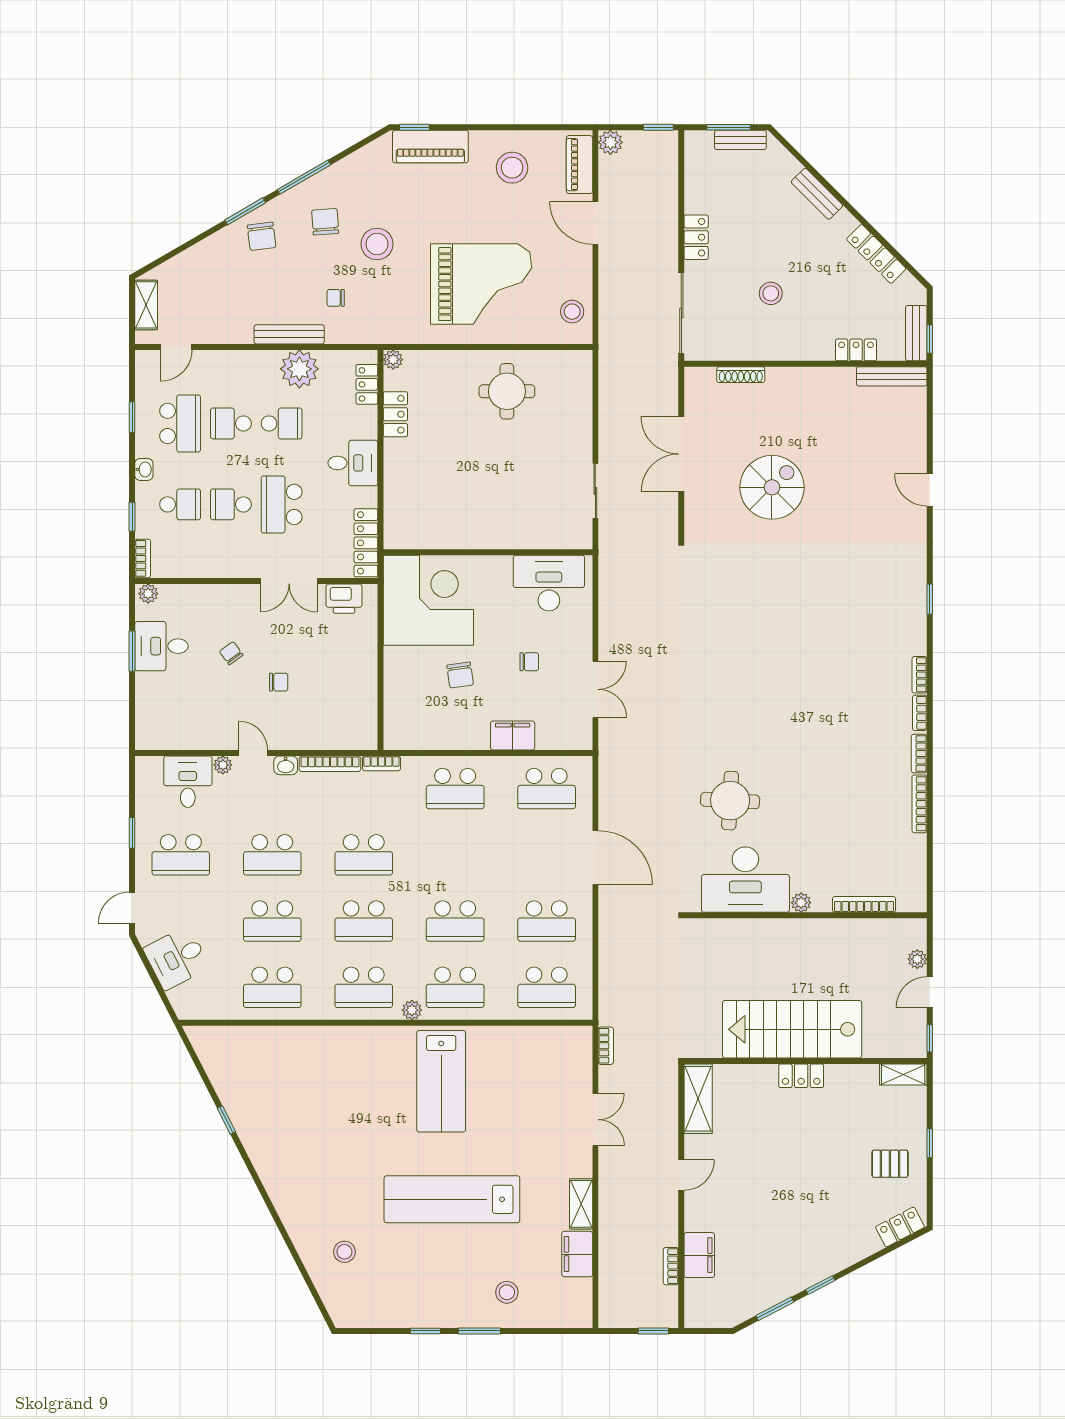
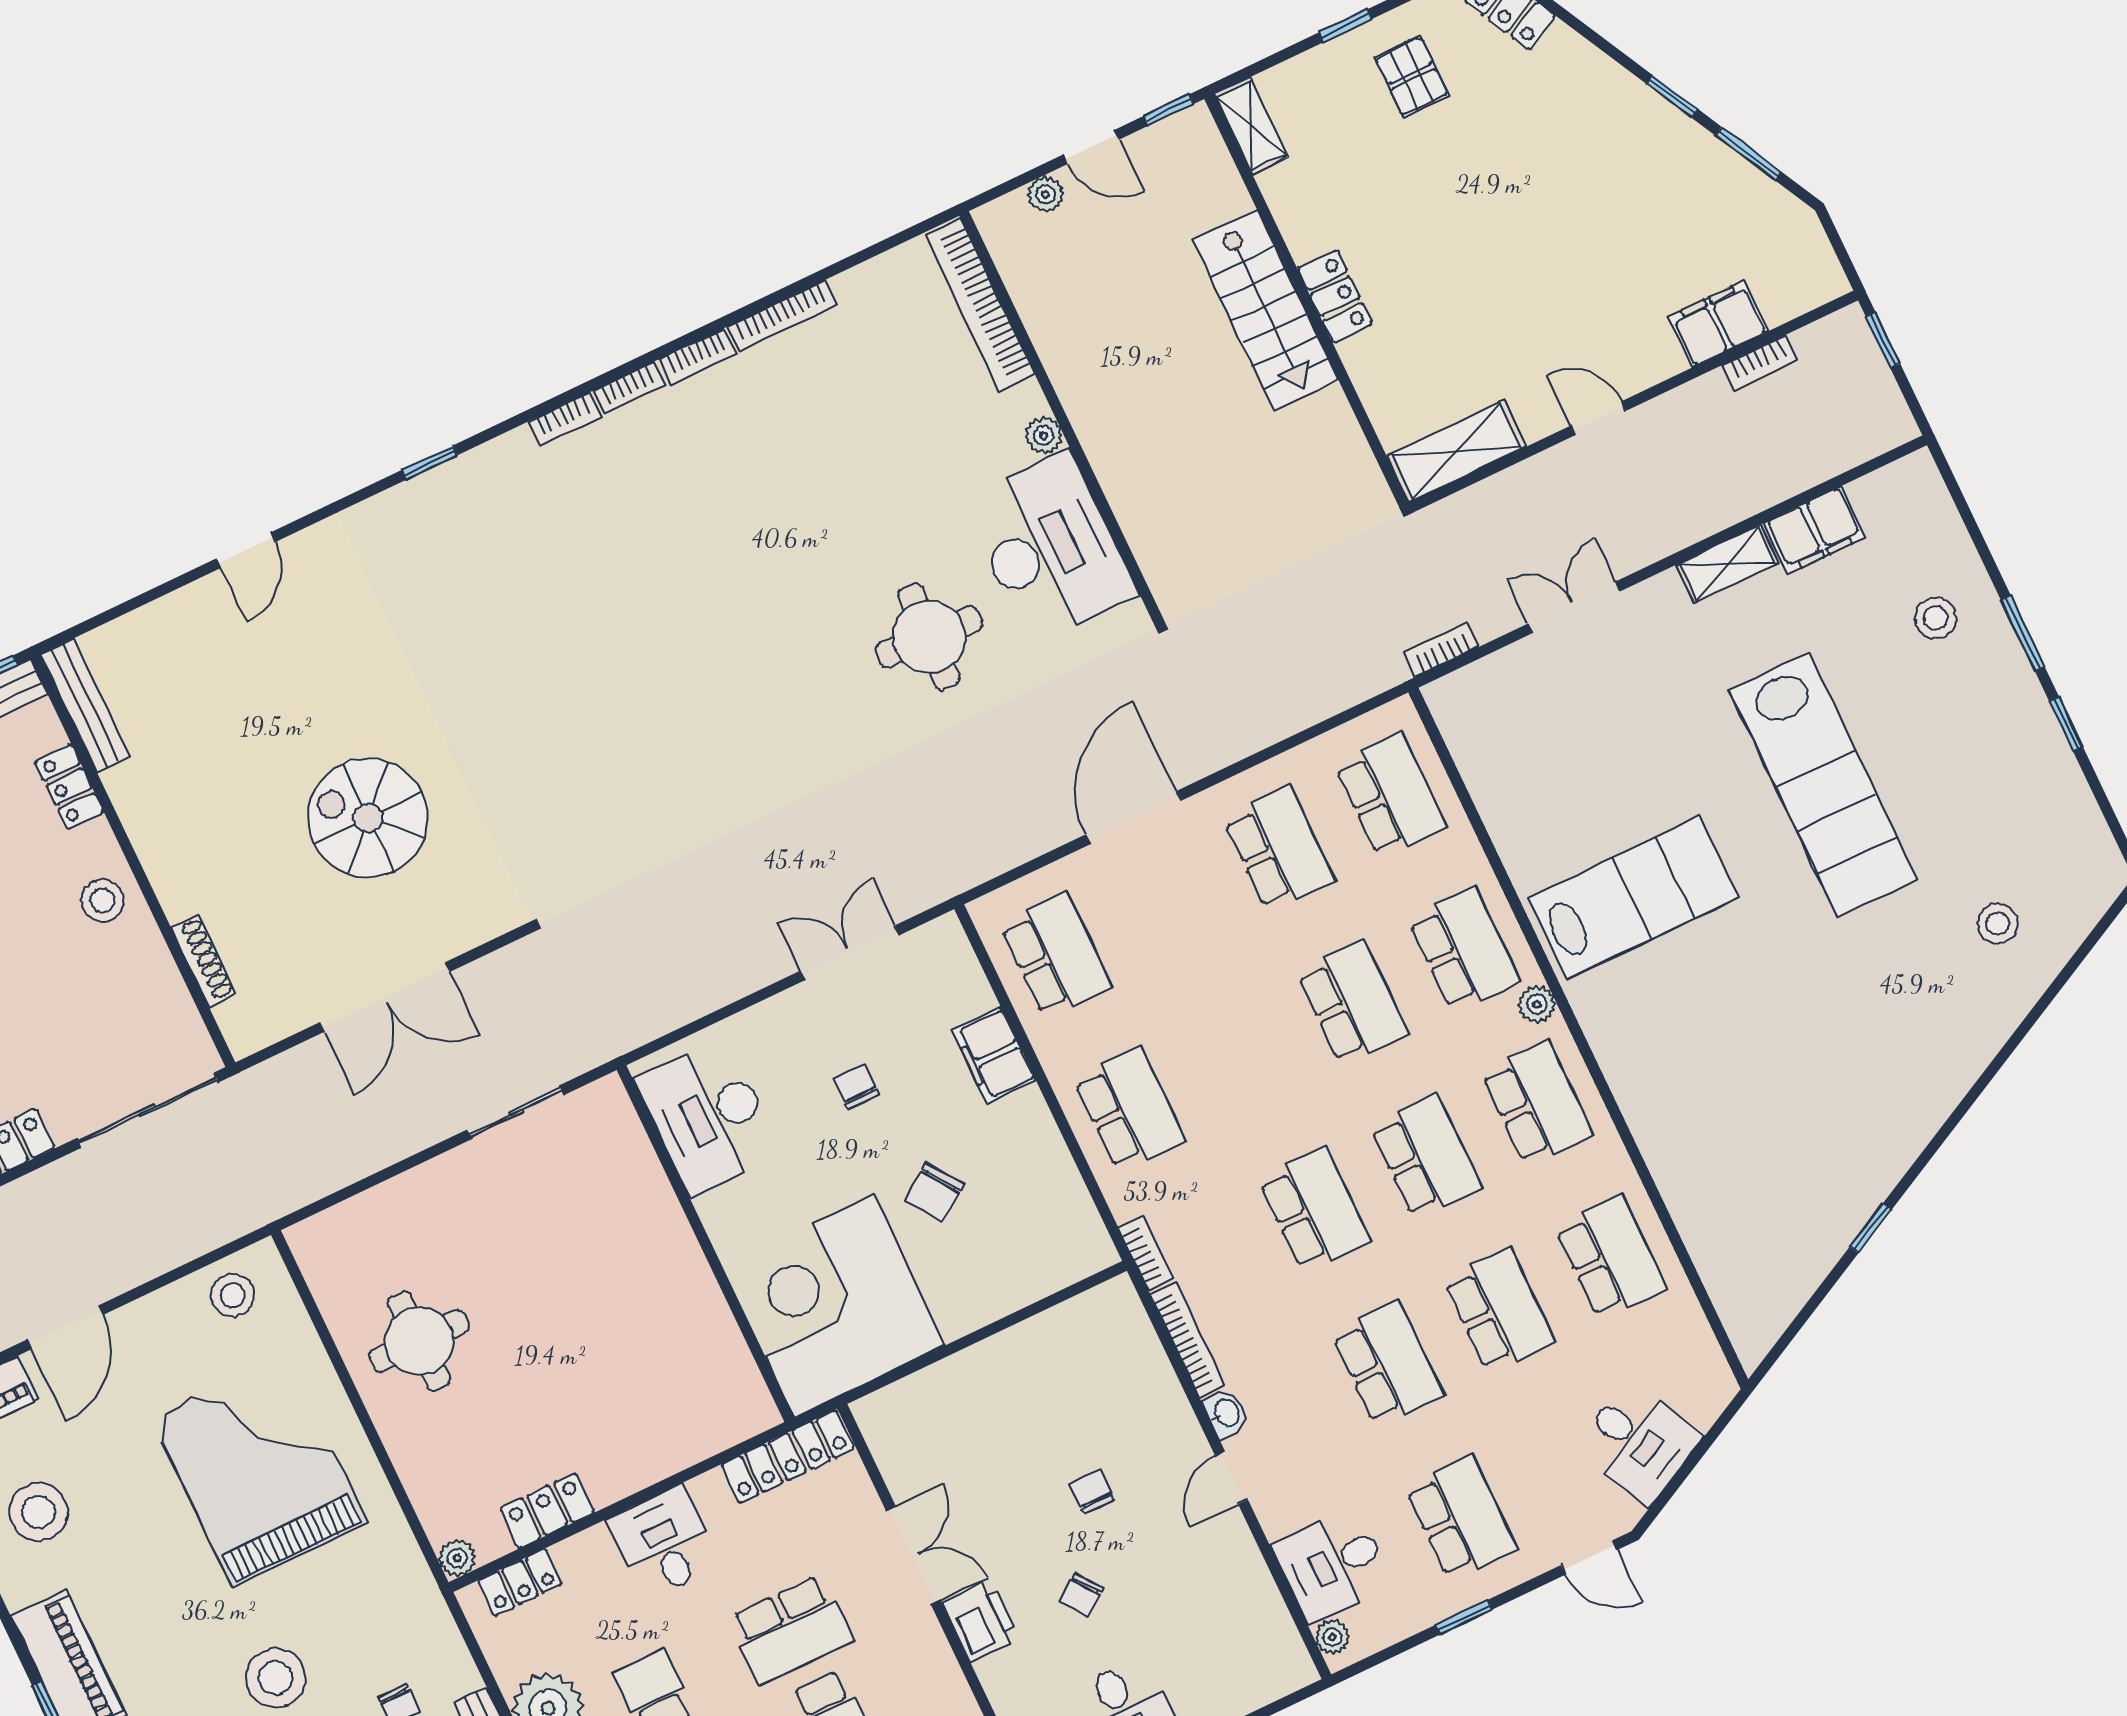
stool: (771, 293) -> (102, 900), moved
printer: (344, 599) -> (981, 1621), moved
chair: (460, 675) -> (934, 1192), turned 153
plant: (223, 765) -> (1332, 1637), moved
bookcase: (864, 904) -> (980, 305), width x1.48, depth x1.31
stairs: (792, 1029) -> (1265, 310), width x0.73, depth x0.66

